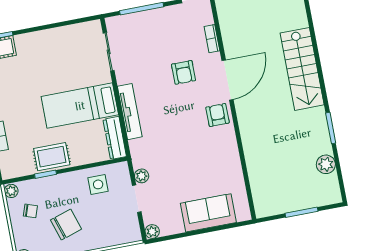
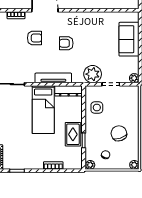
armchair: (218, 115) -> (66, 43), moved
plant: (142, 176) -> (93, 74), width x1.87, depth x1.87

